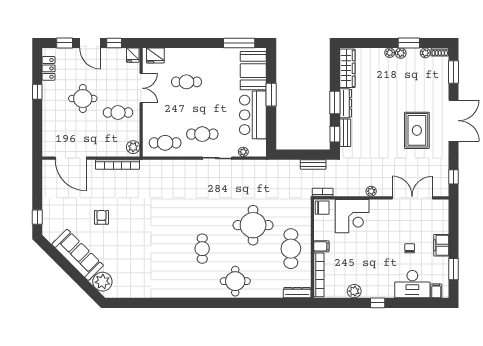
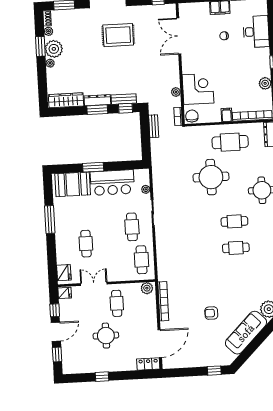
window: (239, 43) -> (50, 219), moved
plant: (401, 53) -> (54, 49), width x1.88, depth x1.88
locker: (49, 68) -> (148, 364), moved
plant: (371, 191) -> (176, 92), moved
cafe table: (173, 249) -> (236, 248), added
filing cabinet: (436, 291) -> (261, 10), removed

